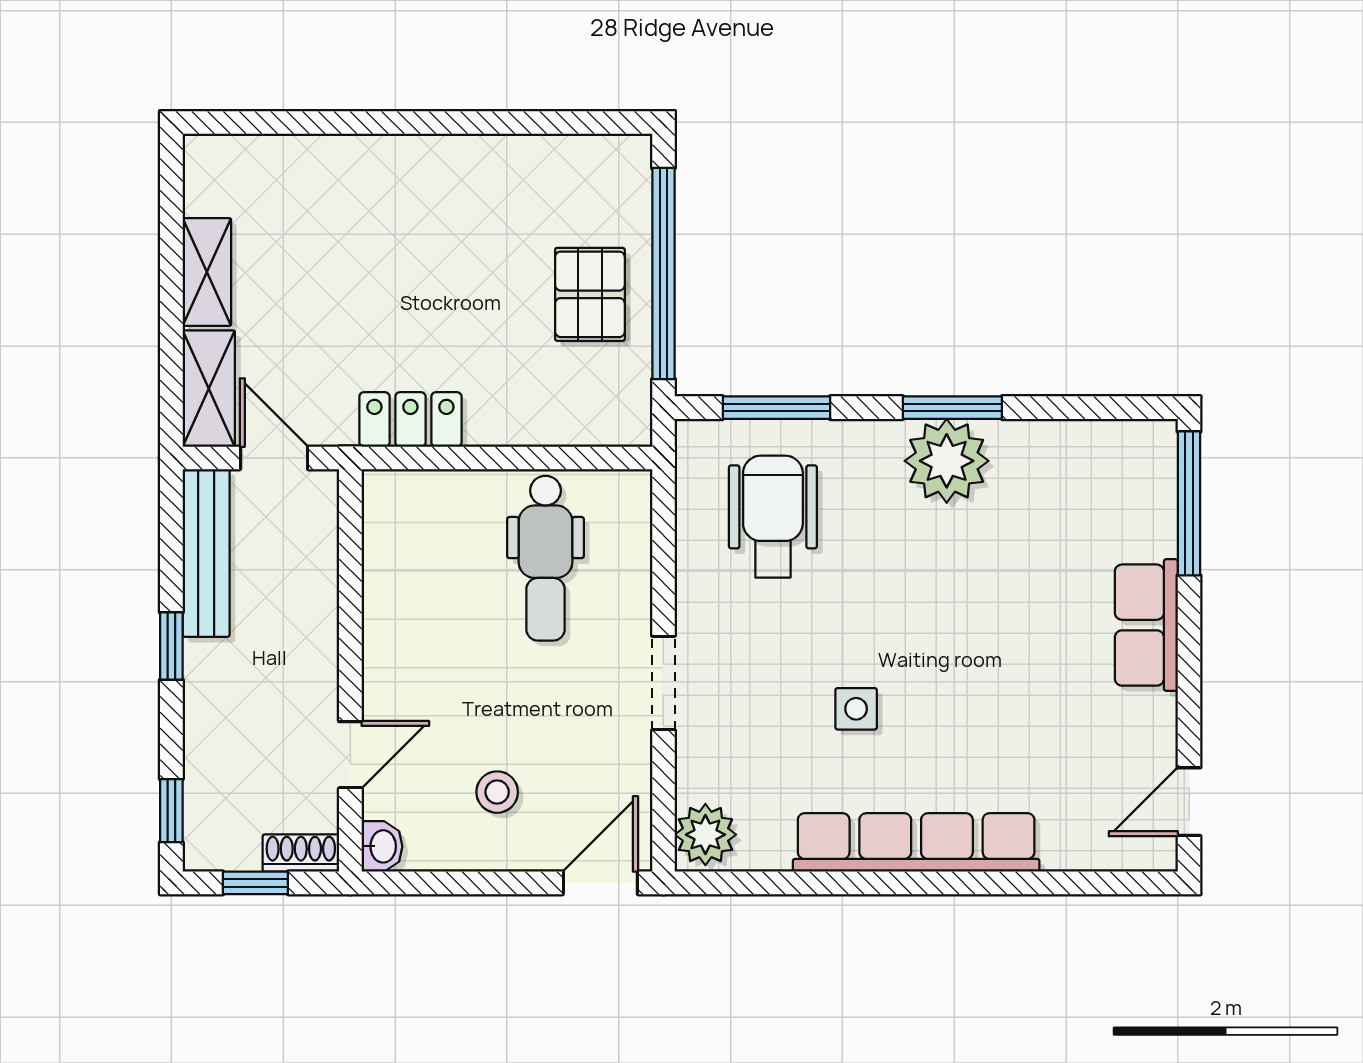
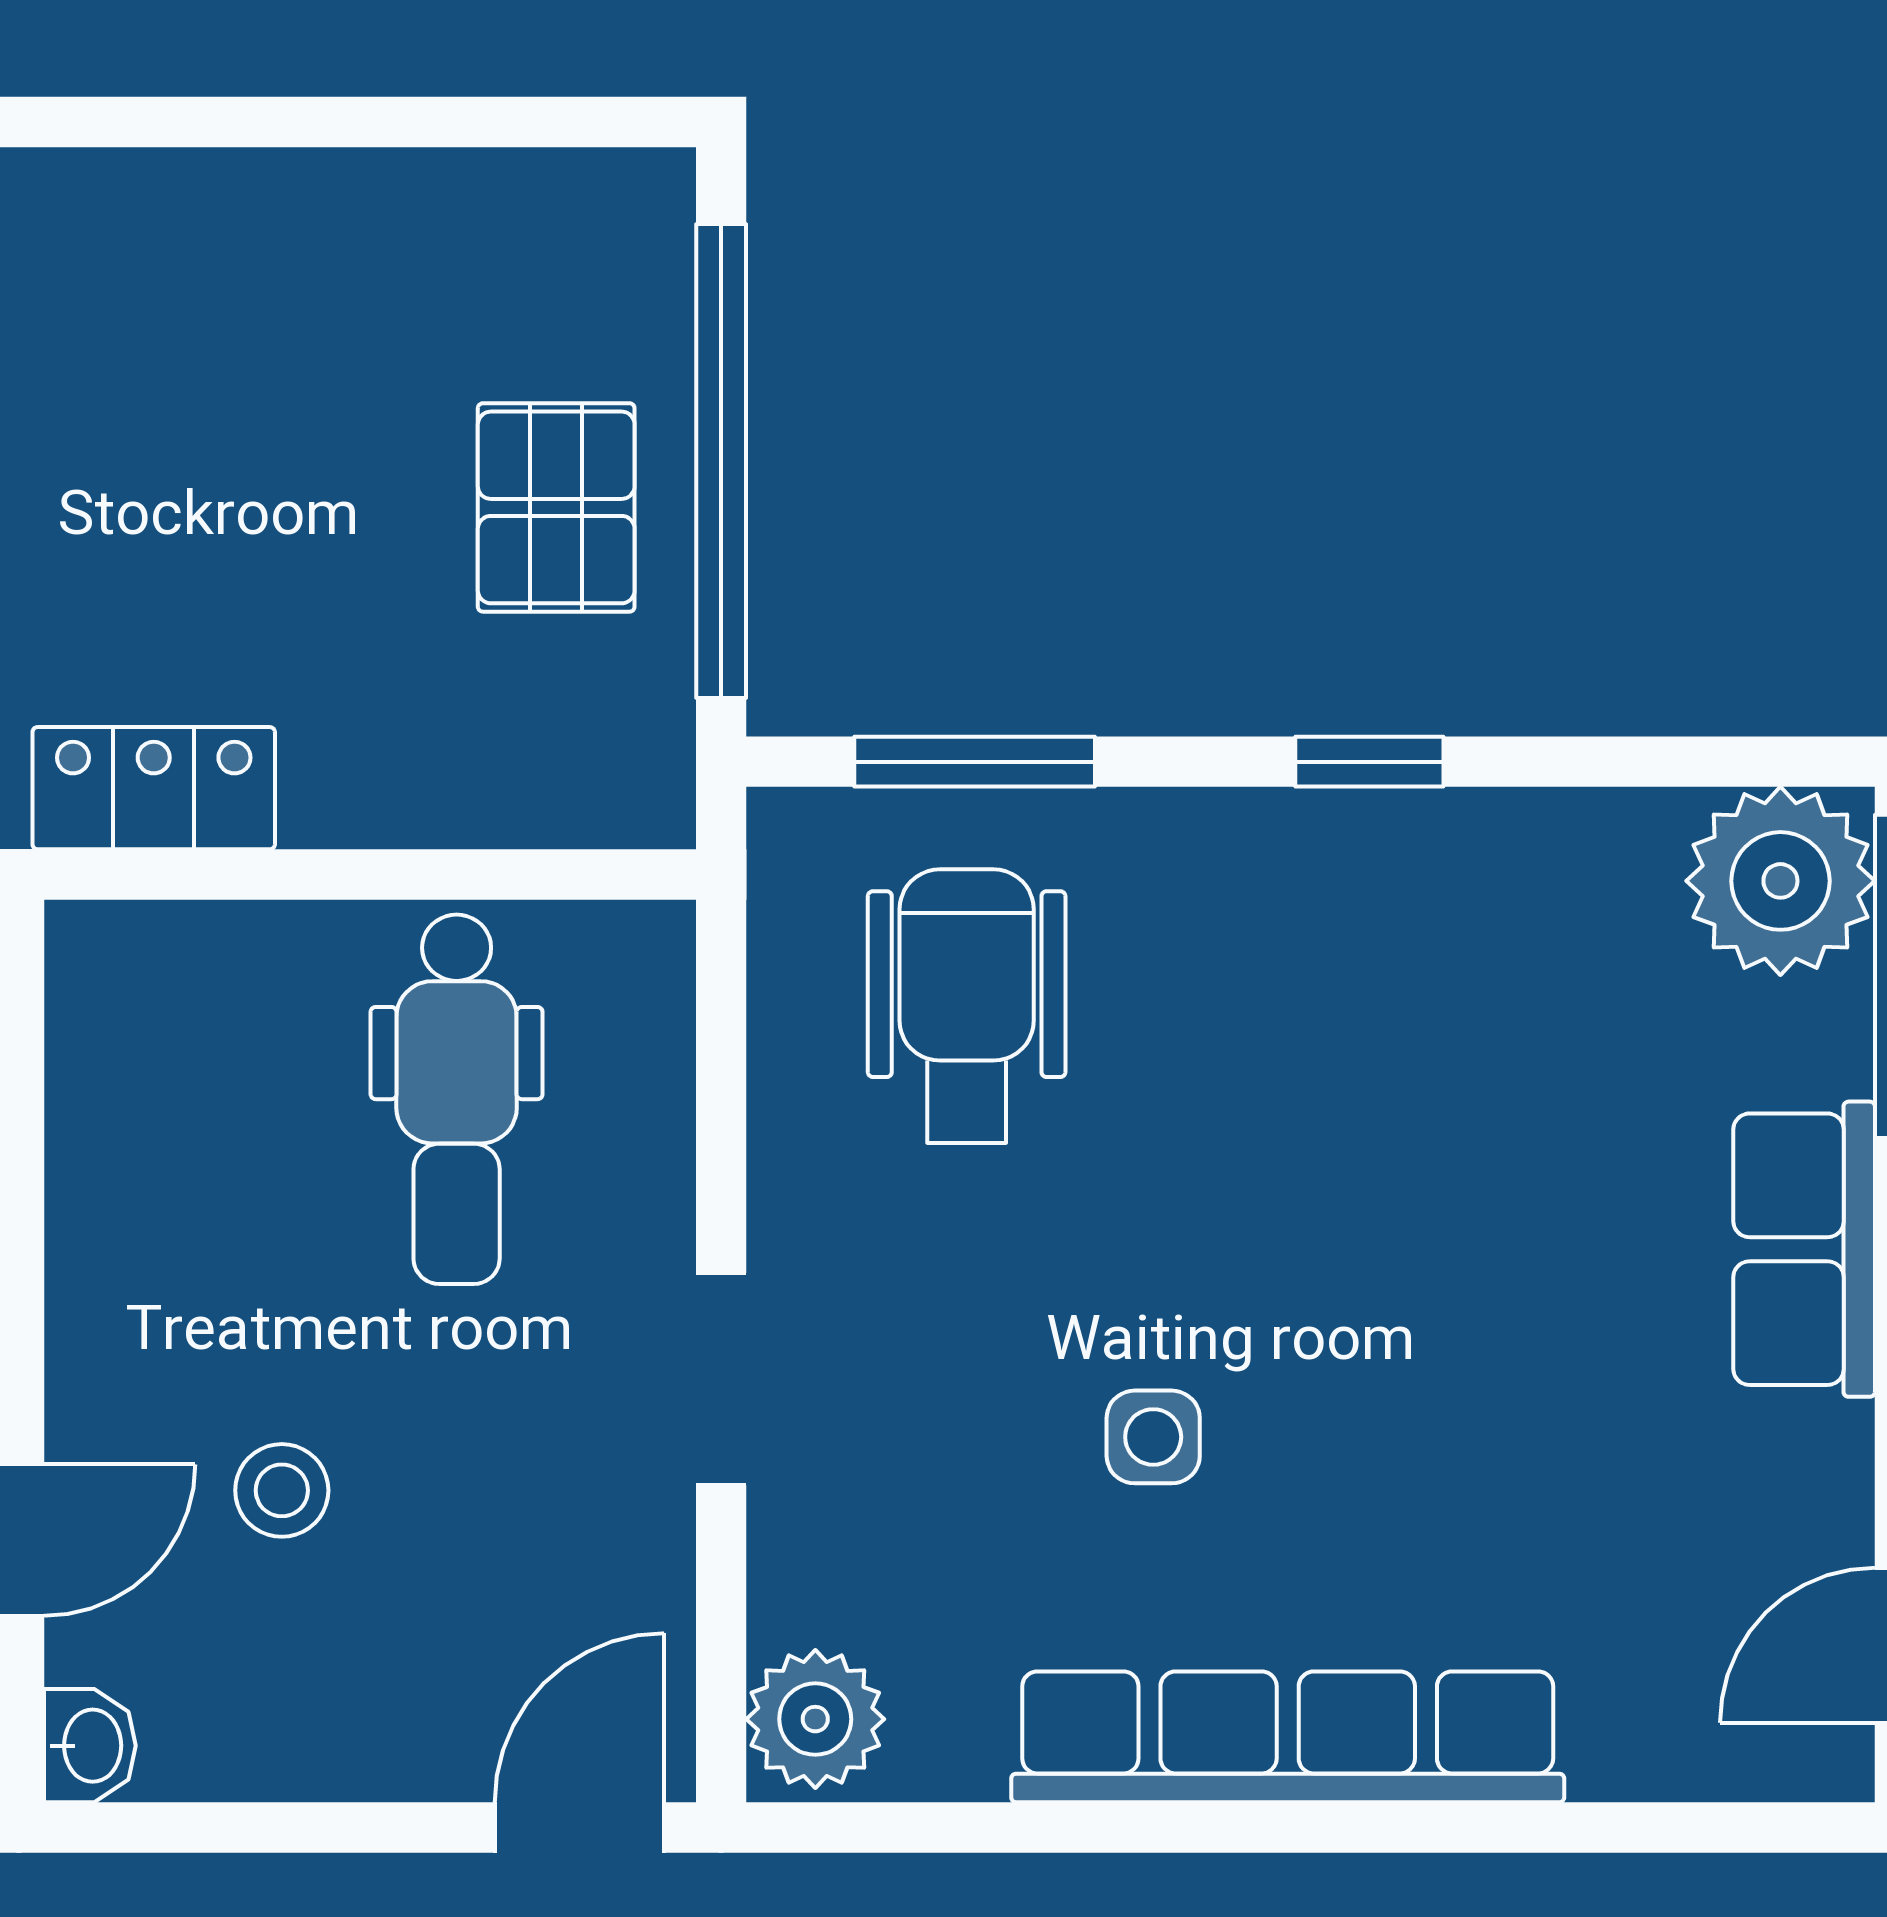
window: (952, 408) -> (1369, 762), width x0.67
plant: (947, 461) -> (1780, 881), moved
stool: (497, 792) -> (282, 1490), moved

